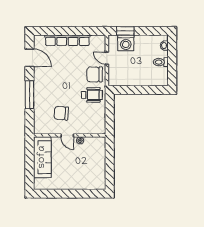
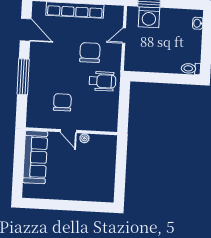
door: (107, 58) -> (124, 36), hinge flipped
toilet: (161, 62) -> (191, 69), moved
chair: (95, 74) -> (90, 53), moved, turned 90
chair: (61, 113) -> (62, 102), turned 86

